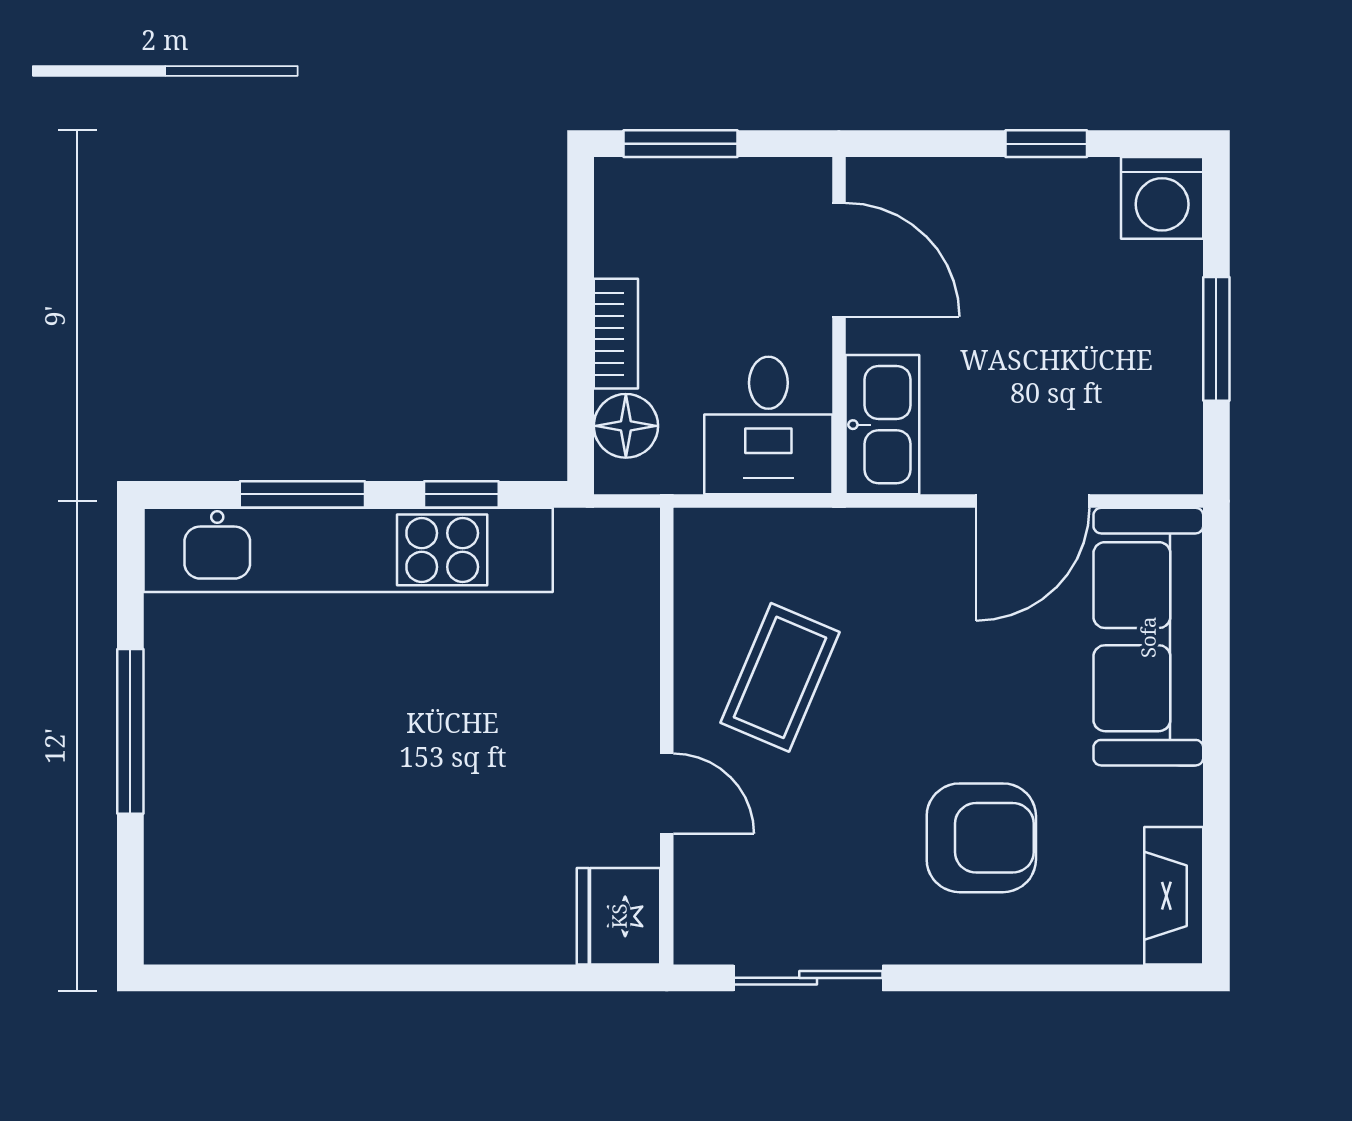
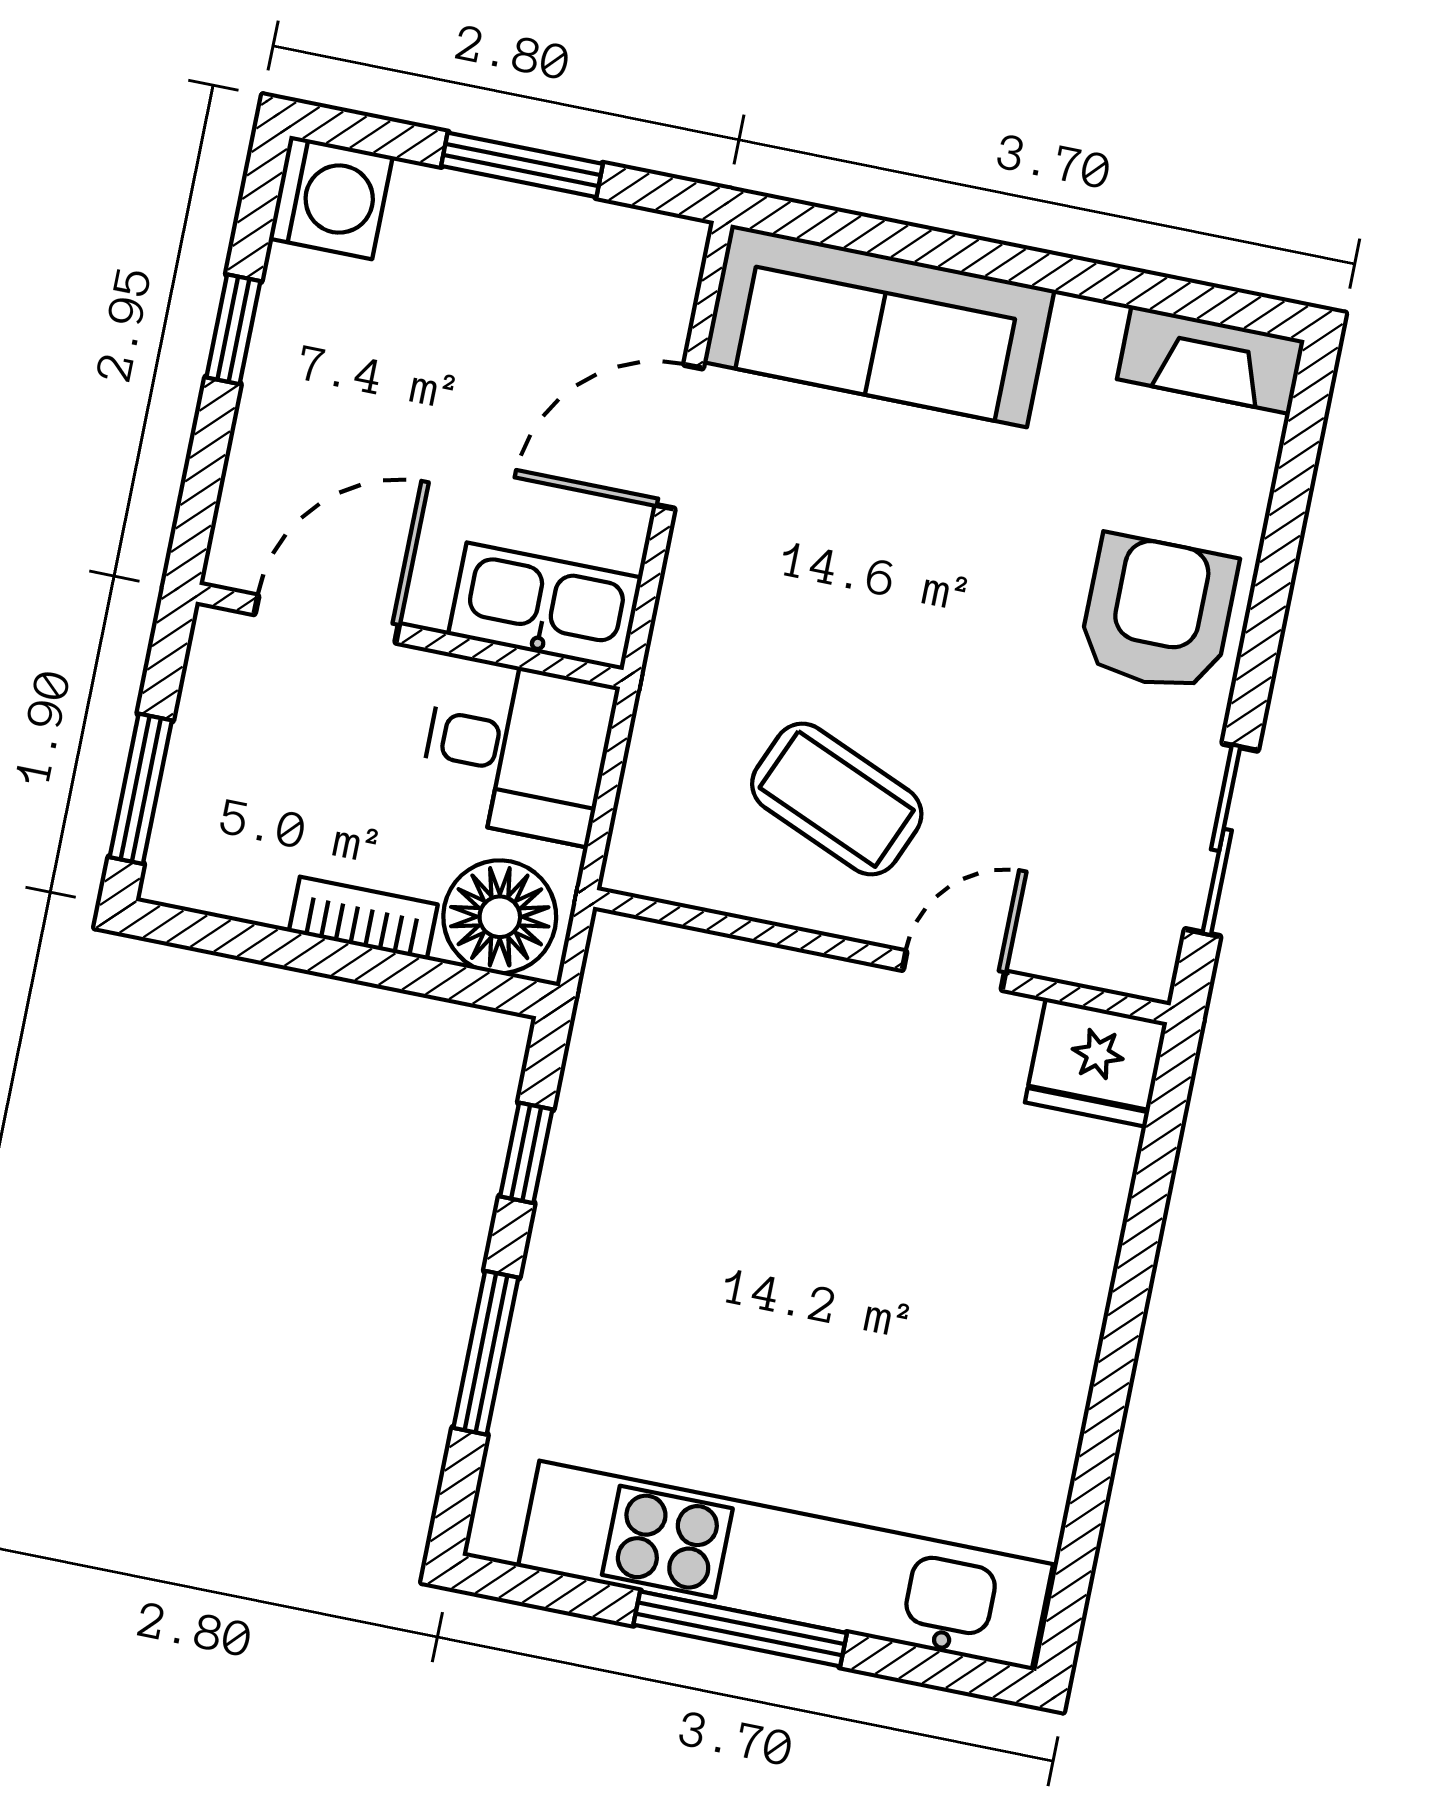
floor lamp: (626, 426) -> (500, 917), width x1.38, depth x1.38
door: (1033, 501) -> (679, 437), swing flipped
kitchen unit: (348, 550) -> (786, 1565), moved, turned -90
armchair: (981, 838) -> (1158, 613), moved

